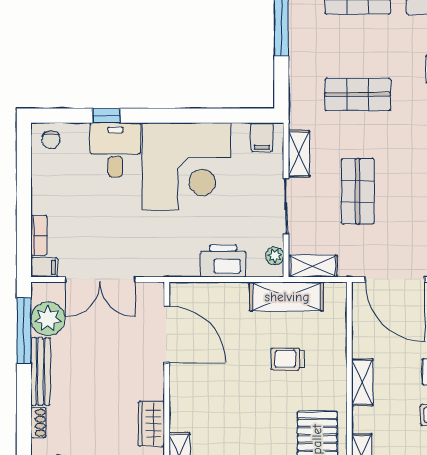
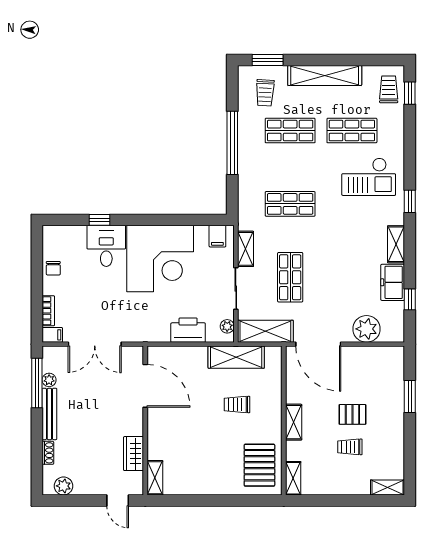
chair: (51, 140) -> (53, 268), moved
shelving: (313, 266) -> (265, 331), width x1.50, depth x1.33
plant: (48, 319) -> (49, 380), width x0.53, depth x0.53

